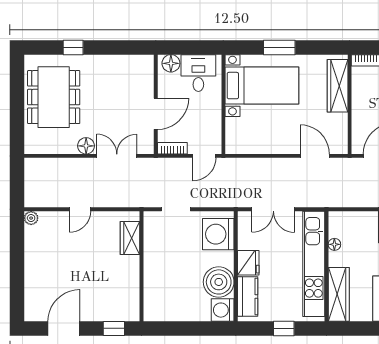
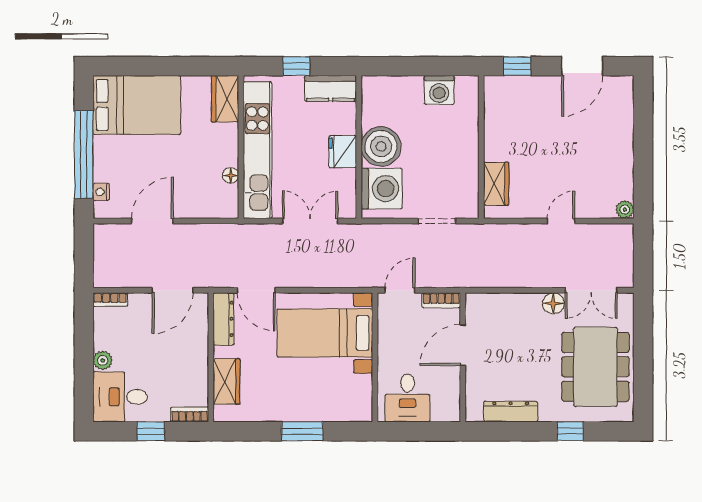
dresser: (119, 63) -> (511, 412), added
floor lamp: (171, 63) -> (443, 411), removed
bed with nightstands: (262, 86) -> (325, 333), moved
wardrobe: (338, 86) -> (226, 381), width x0.67
dresser: (340, 134) -> (224, 319), added
double door: (117, 156) -> (591, 290), moved
boiler: (219, 282) -> (381, 146), moved
wardrobe: (339, 294) -> (225, 99), width x0.67
kitchen counter: (248, 296) -> (331, 88), moved, turned -90
washing machine: (223, 310) -> (439, 90), moved, turned 90

